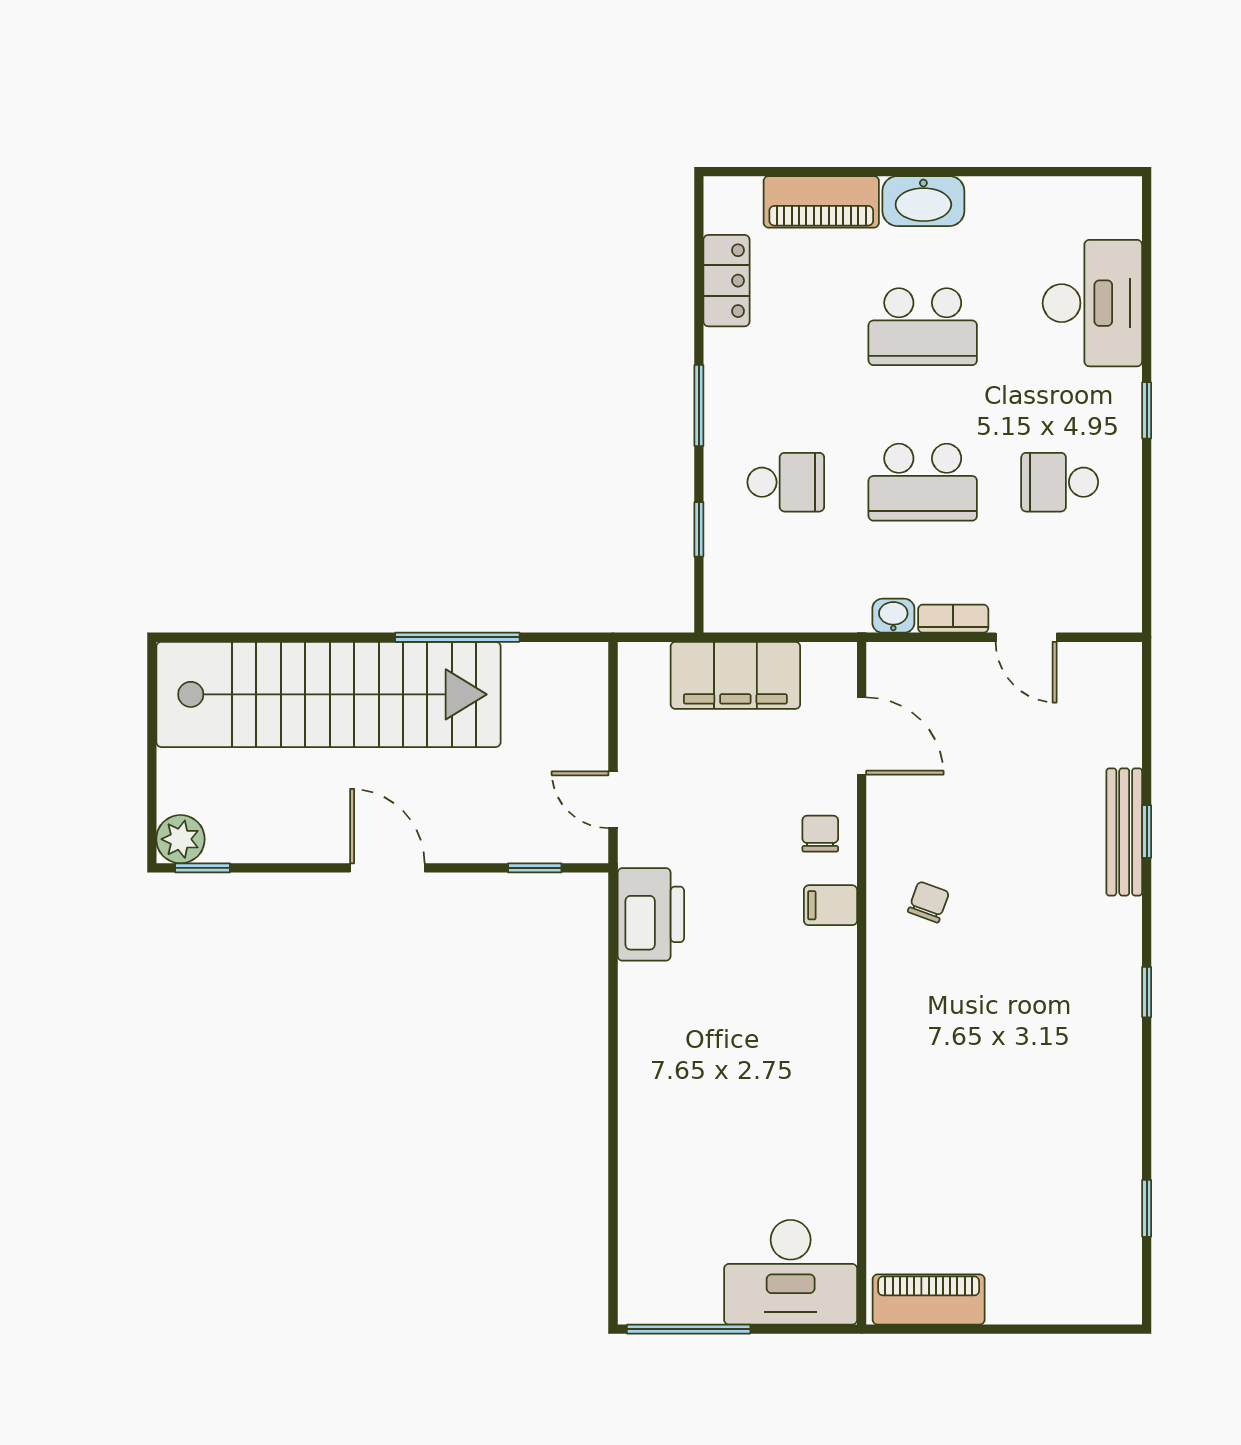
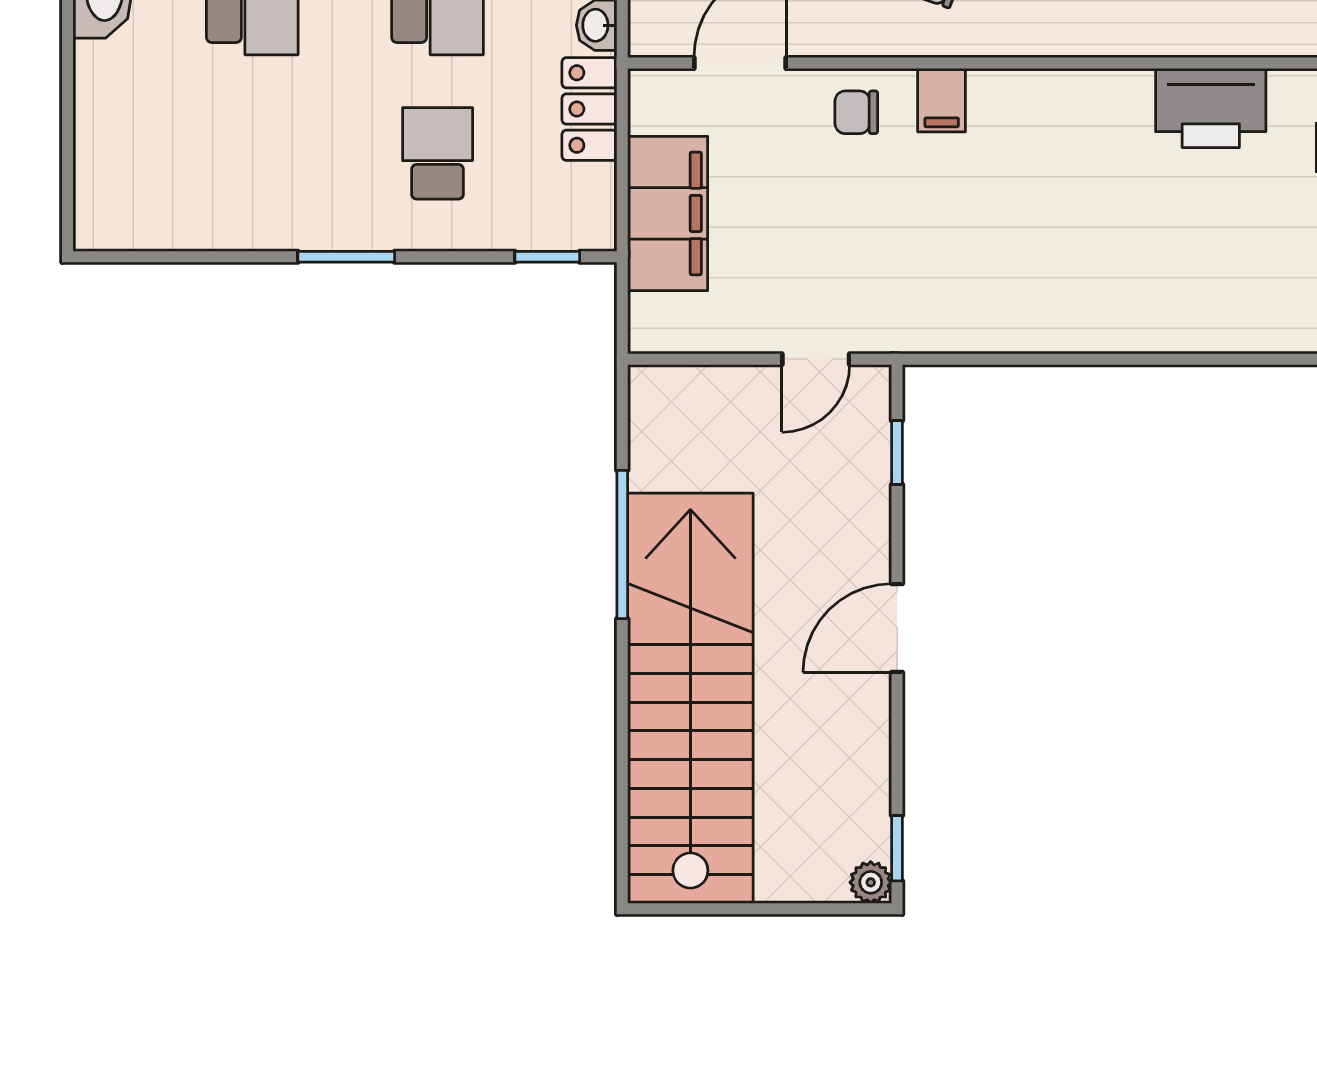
piano: (821, 202) -> (104, 111), removed
locker: (726, 281) -> (589, 109), moved, turned -90
window: (699, 529) -> (547, 257), moved
plant: (180, 839) -> (871, 882), width x0.73, depth x0.73
printer: (651, 914) -> (1211, 108), moved, turned 180

